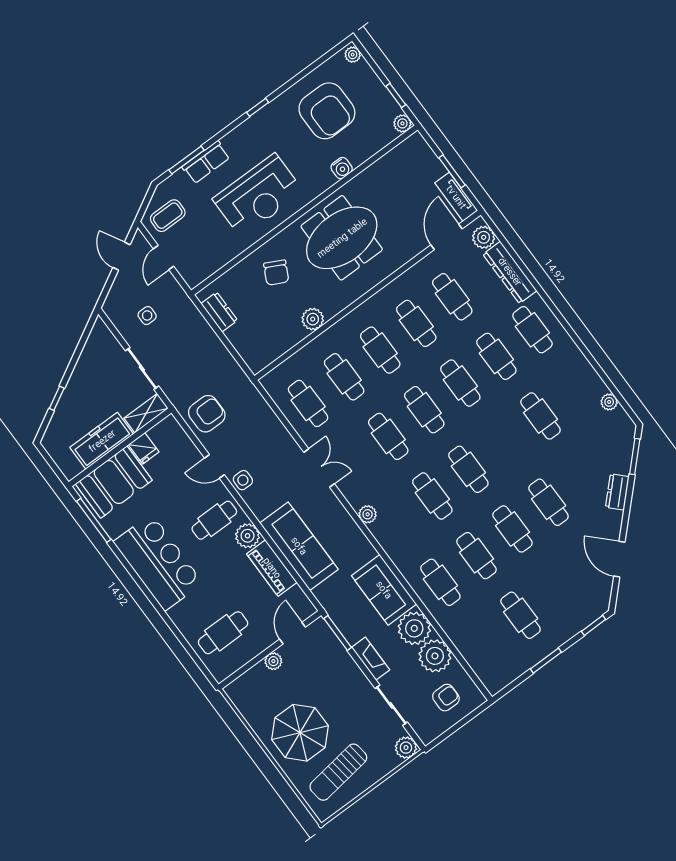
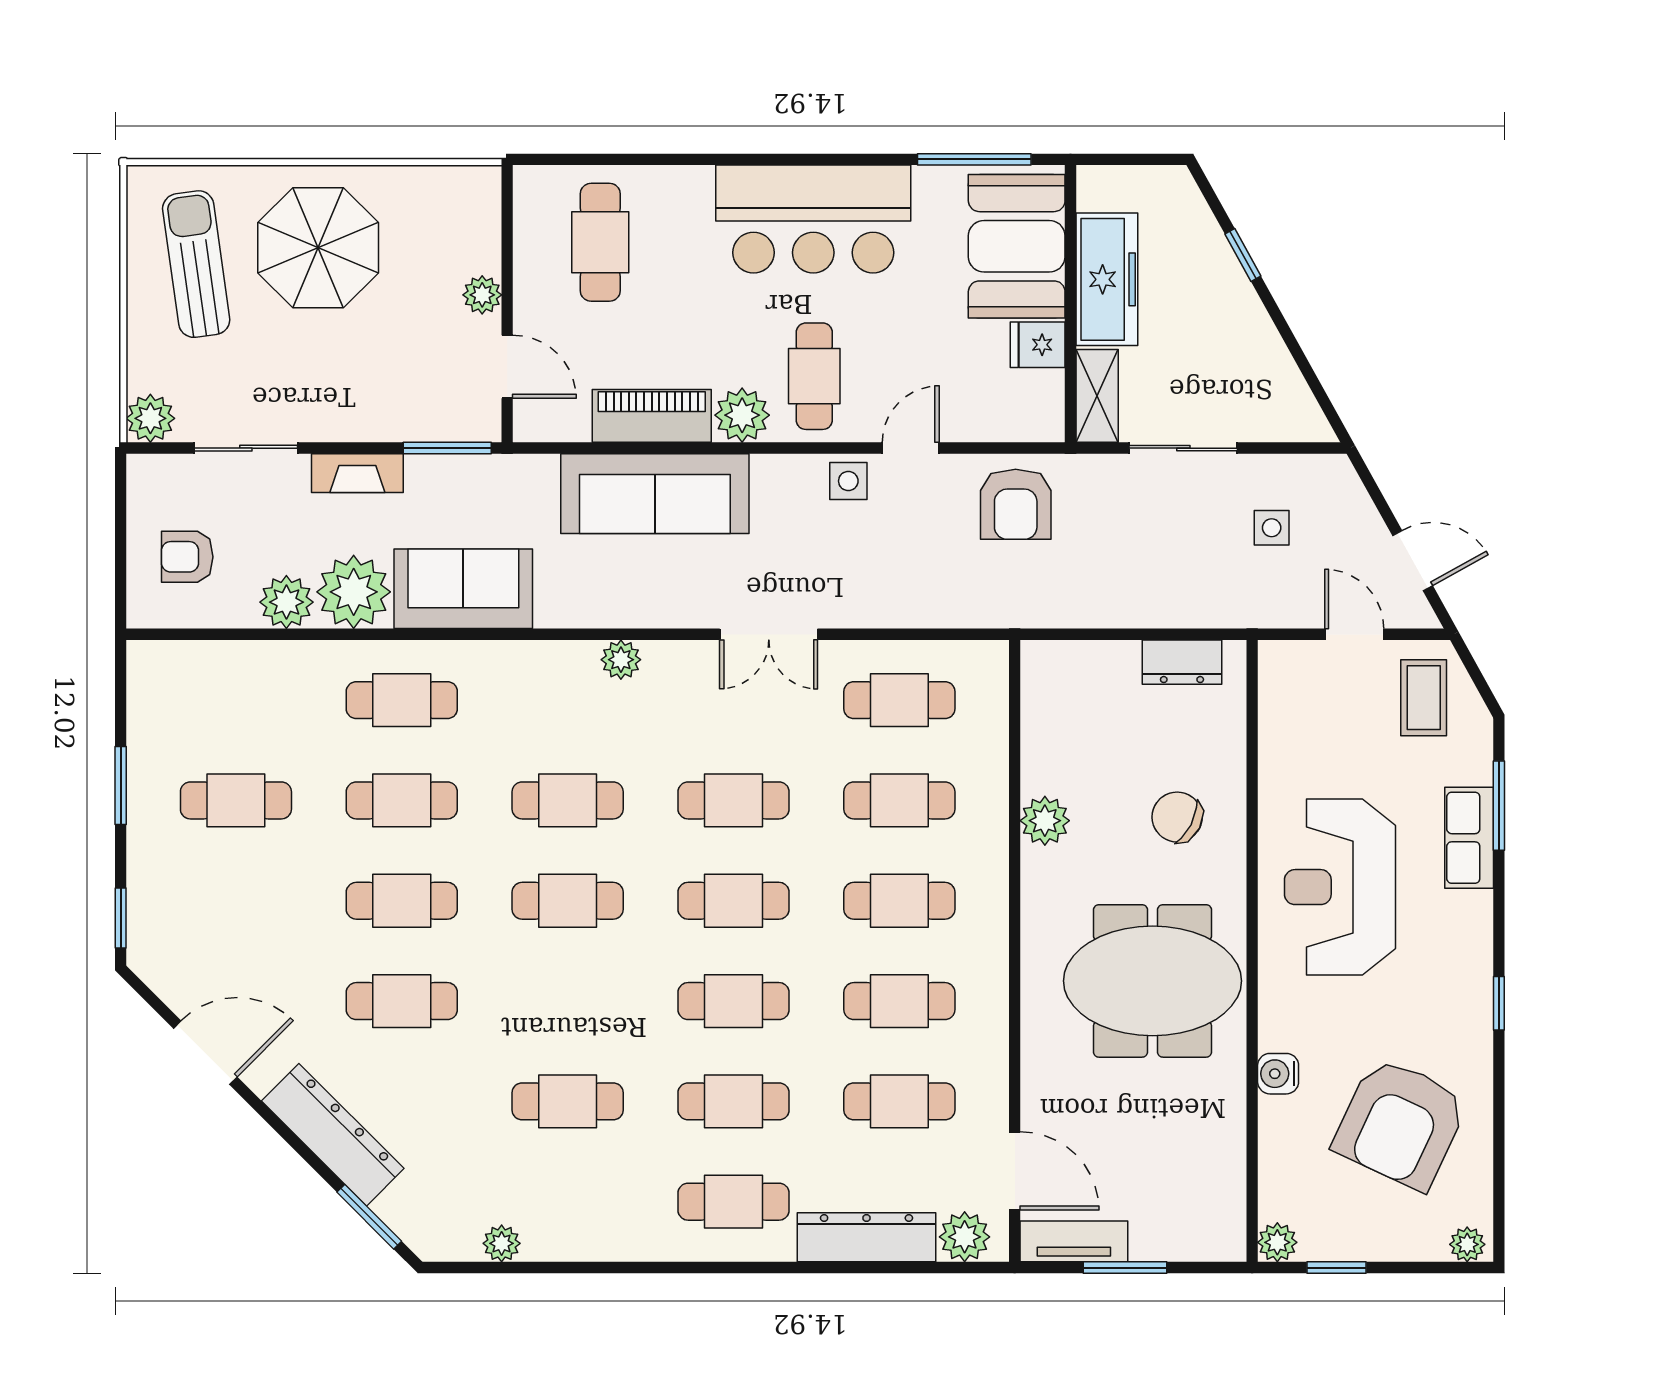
armchair: (327, 111) -> (1400, 1123), turned -65
meeting table: (342, 238) -> (1153, 981), turned 90
dresser: (617, 492) -> (333, 1135), width x1.96, depth x1.24
plant: (435, 656) -> (286, 602), width x0.73, depth x0.73
armchair: (446, 698) -> (187, 557), turned 90

